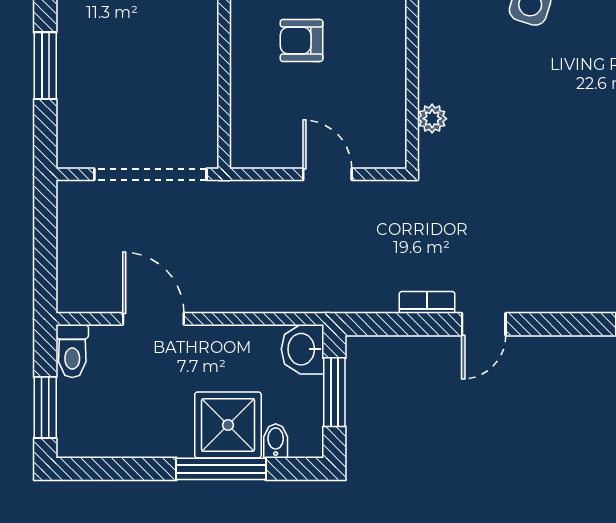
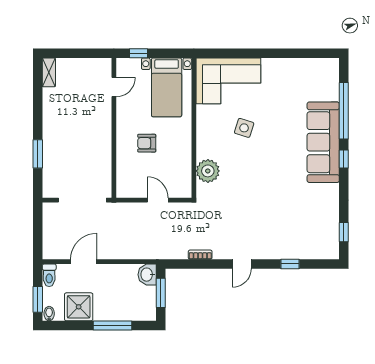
plant: (432, 119) -> (208, 171), width x1.88, depth x1.88
door: (153, 319) -> (84, 262), hinge flipped
door: (484, 324) -> (242, 264), moved
shower: (228, 425) -> (79, 307), moved
bidet: (276, 441) -> (49, 314), moved

